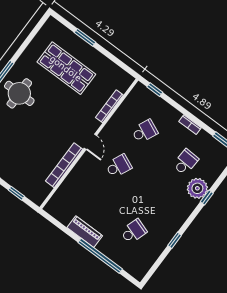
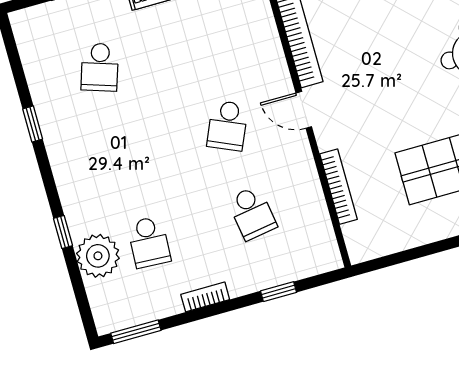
window: (155, 90) -> (279, 292), moved
school desk: (145, 131) -> (252, 213), turned -33
plant: (197, 188) -> (98, 256), moved

